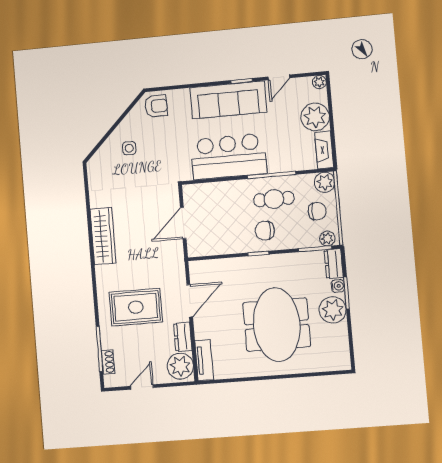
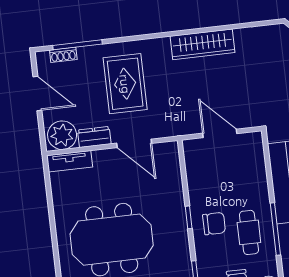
chair: (265, 231) -> (214, 224), turned 90
door: (142, 387) -> (37, 94), width x1.38

